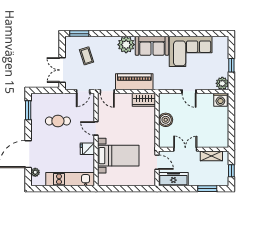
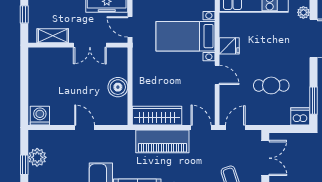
plant: (222, 83) -> (37, 157), moved
dishwasher: (38, 99) -> (300, 116), added
wardrobe: (144, 100) -> (157, 116), width x1.50

